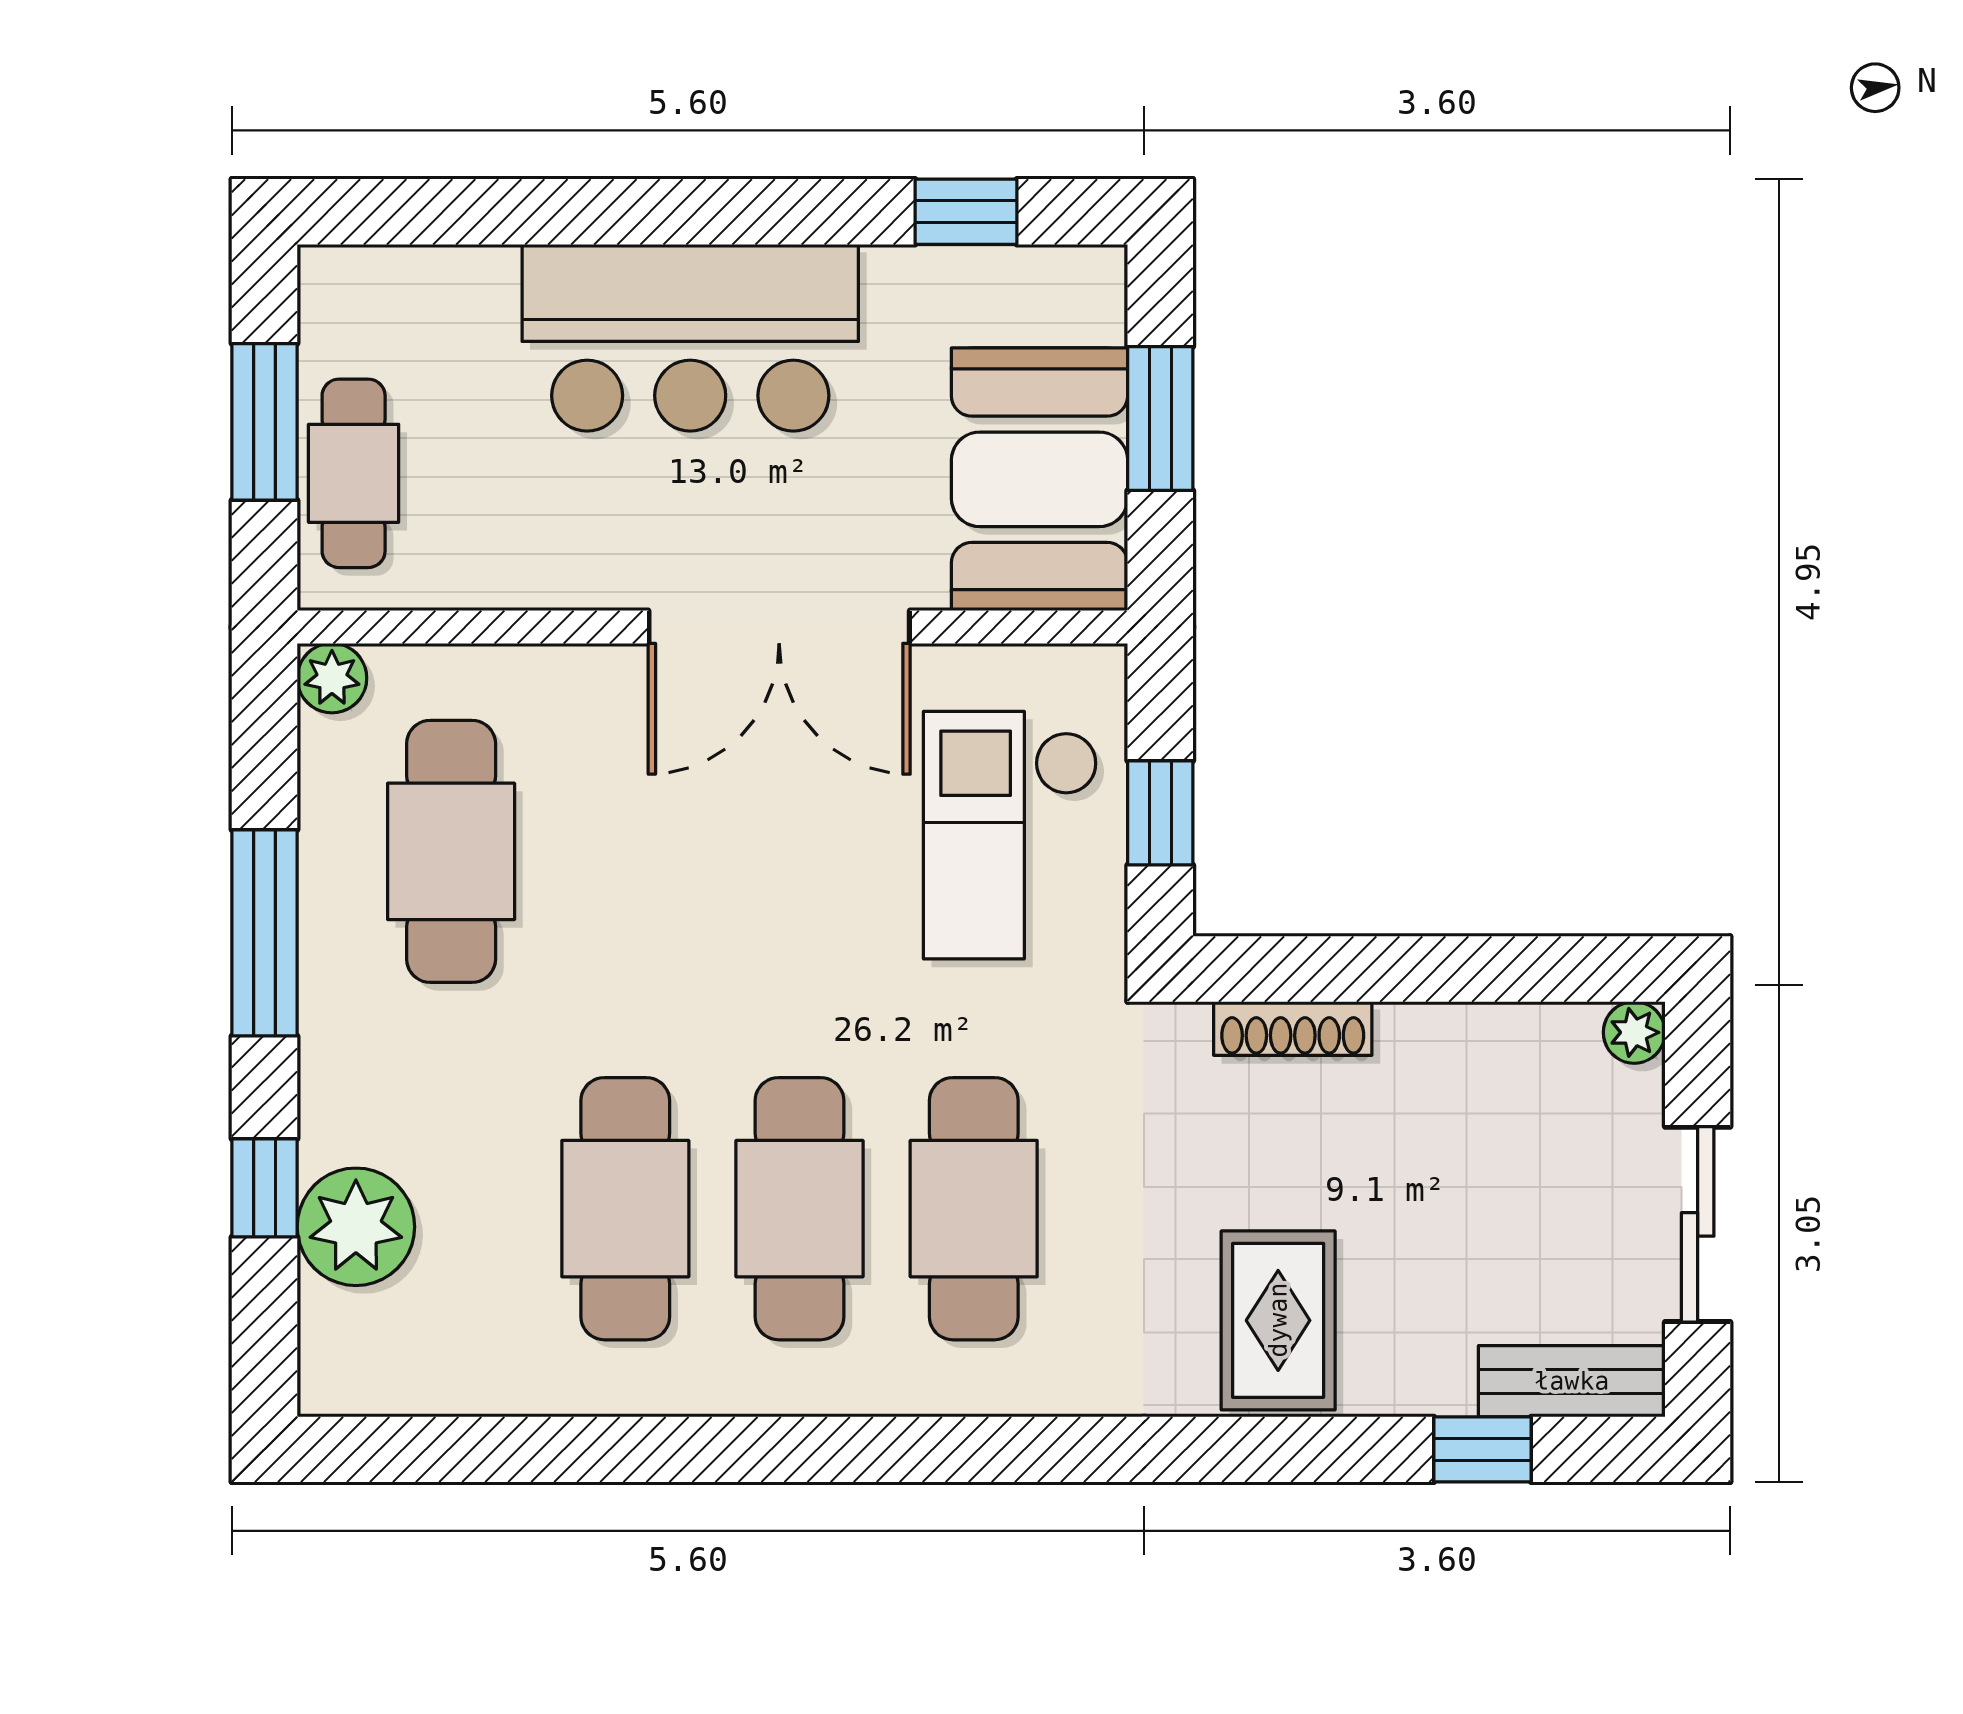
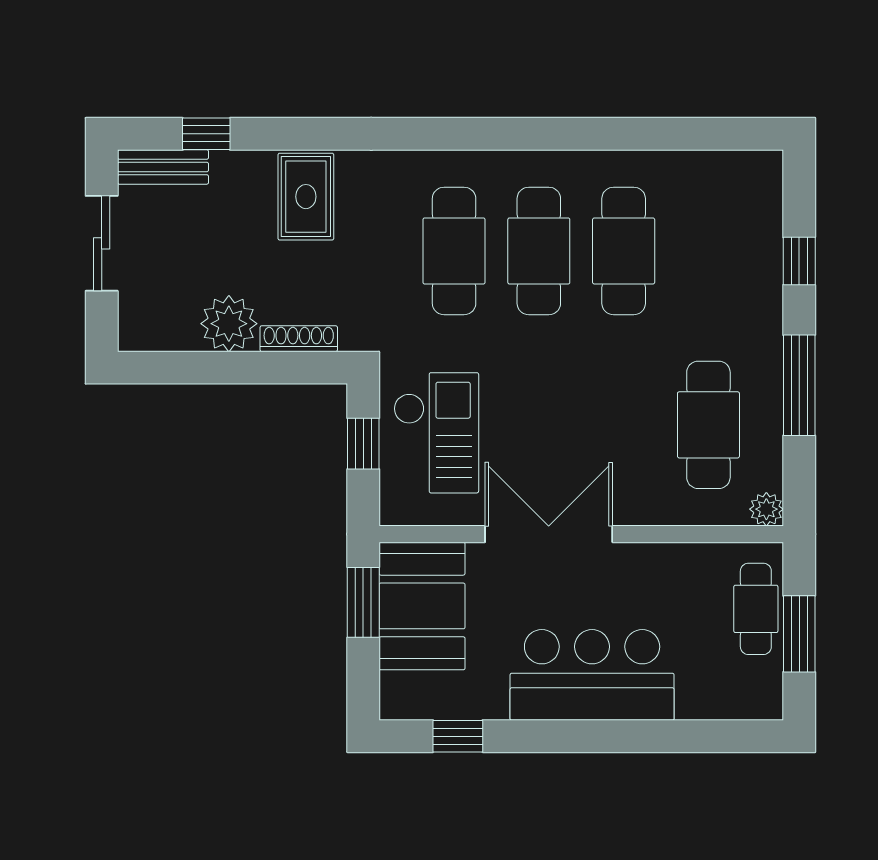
window: (1160, 419) -> (363, 602), moved
plant: (1634, 1032) -> (229, 324), moved, width x1.88, depth x1.88
plant: (356, 1227) -> (755, 242), removed

